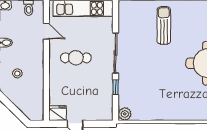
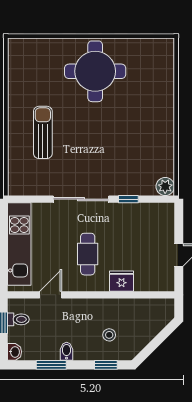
sun lounger: (164, 25) -> (43, 132), turned 90
fridge: (58, 113) -> (122, 281), moved, turned 90

